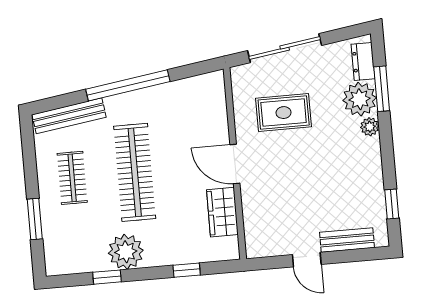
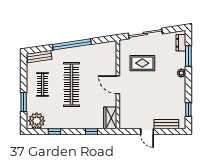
plant: (360, 99) -> (178, 60), removed
bench: (69, 116) -> (39, 57), width x0.73
wardrobe: (222, 212) -> (110, 118), moved
plant: (126, 252) -> (37, 121), moved

